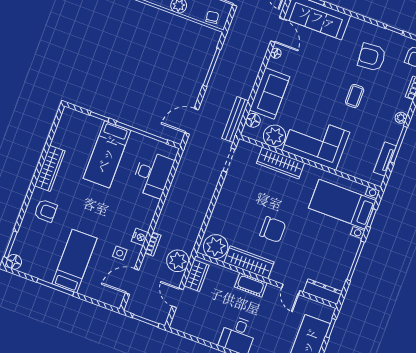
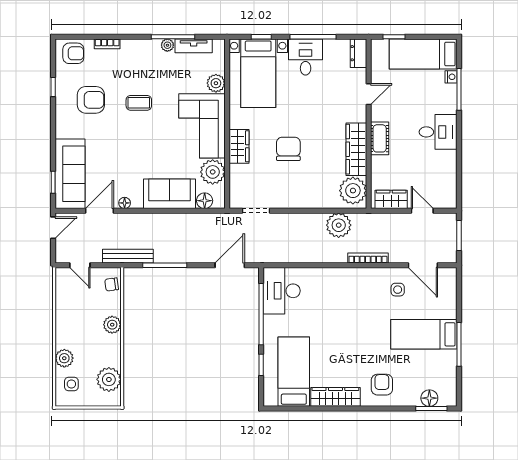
armchair: (372, 57) -> (91, 100), turned -85
plant: (401, 118) -> (167, 45), moved
bench: (235, 120) -> (128, 256), moved
door: (192, 121) -> (230, 265), swing flipped
bed: (107, 154) -> (294, 372), moved, turned -90
wardrobe: (281, 163) -> (239, 146), width x0.67
plant: (347, 166) -> (216, 83), added
desk: (153, 174) -> (282, 291), moved, turned -90
chair: (273, 229) -> (288, 149), moved
nightstand: (140, 237) -> (373, 275), removed
bookcase: (153, 244) -> (368, 258), width x1.56
desk: (341, 248) -> (306, 57), added
plant: (178, 261) -> (339, 225), moved
floor lamp: (14, 262) -> (429, 398), moved
dresser: (323, 292) -> (358, 53), width x0.70
door: (178, 298) -> (422, 211), swing flipped

